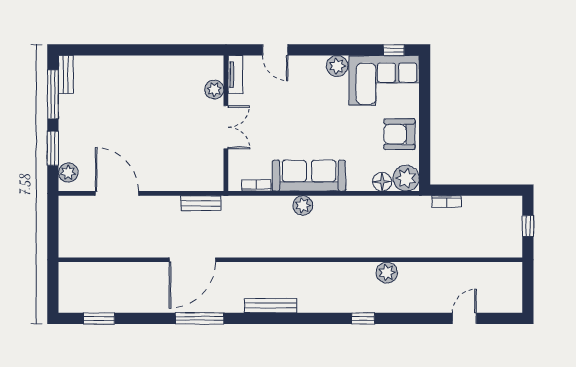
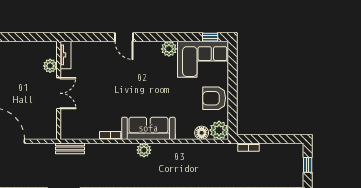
tv unit: (235, 75) -> (66, 55), moved
plant: (214, 89) -> (50, 66), moved
wall: (226, 123) -> (59, 90), moved
double door: (226, 127) -> (59, 93), moved

